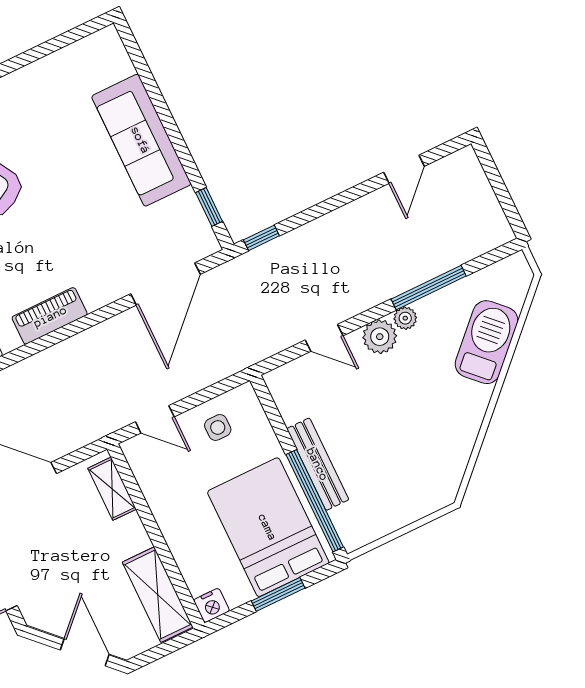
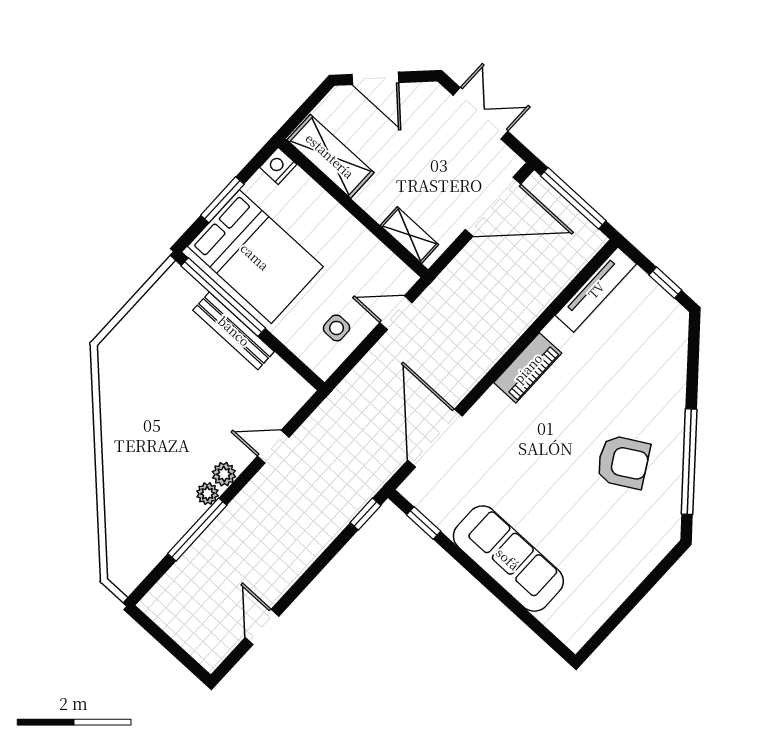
plant: (380, 337) -> (224, 474), width x0.73, depth x0.73
barbecue: (487, 342) -> (126, 501), removed

